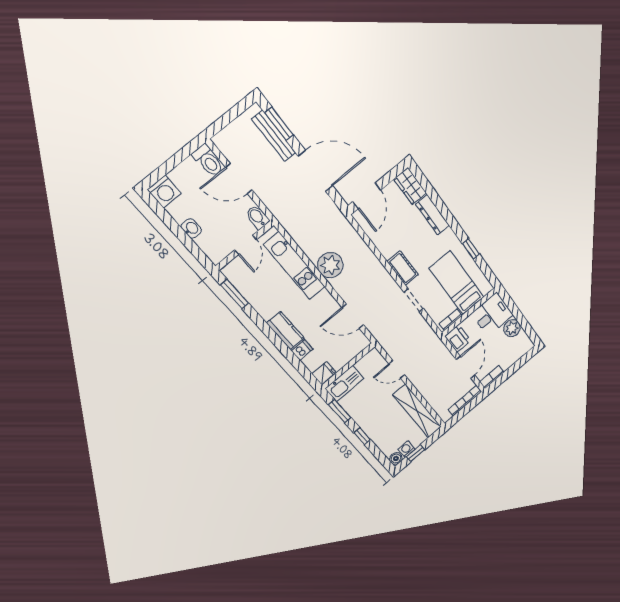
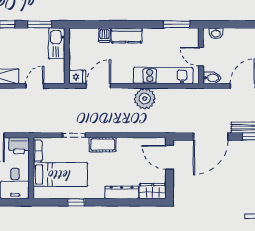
washbasin: (191, 228) -> (216, 33), moved
fridge: (324, 373) -> (77, 77), moved, turned -90

